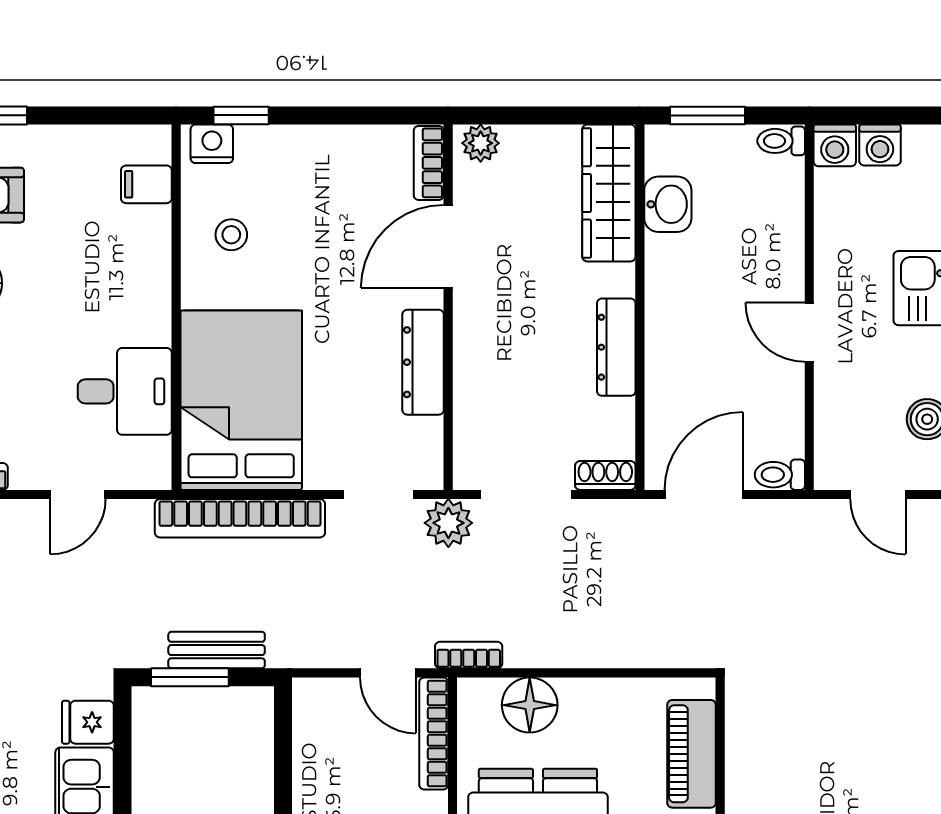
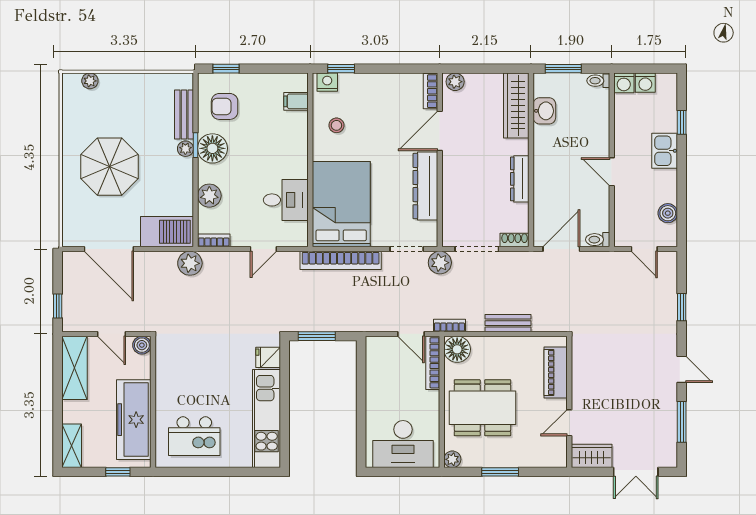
dresser: (423, 362) -> (425, 186), width x1.37, depth x1.24
bench: (217, 650) -> (508, 323), moved
floor lamp: (530, 705) -> (457, 349), moved

